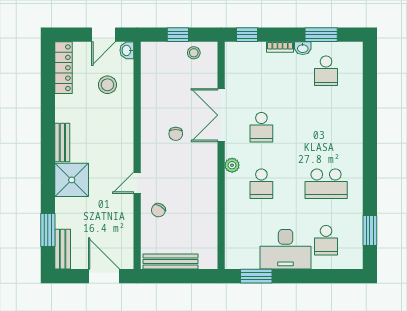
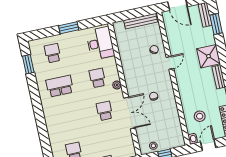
desk: (286, 249) -> (100, 43), moved, turned 90
window: (256, 276) -> (69, 28), moved

